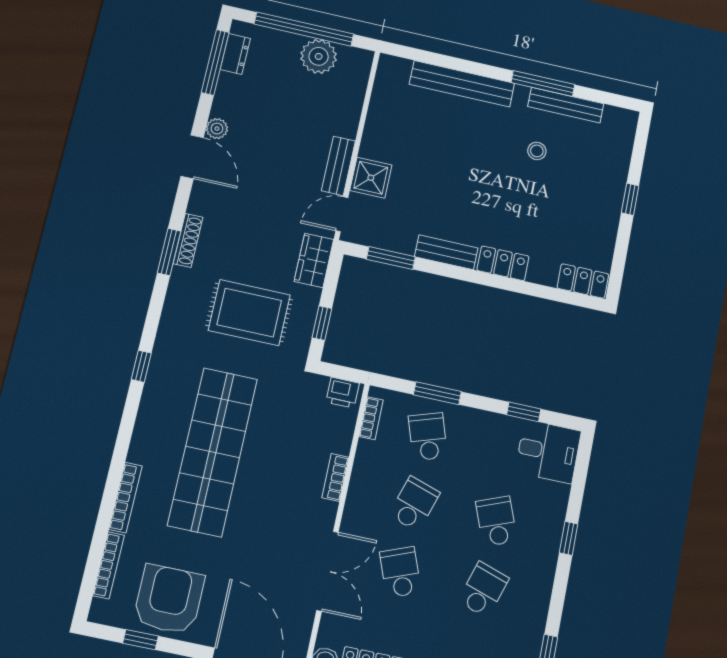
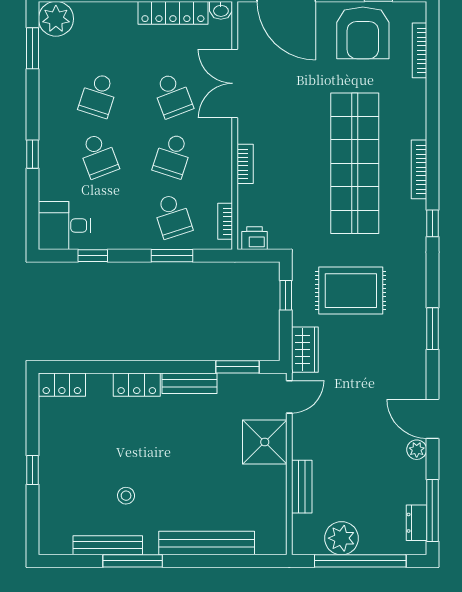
bench: (338, 166) -> (302, 487), moved
shower: (371, 178) -> (265, 442), width x1.36, depth x1.36
shoe rack: (188, 240) -> (418, 343), removed
bookcase: (126, 498) -> (419, 169), moved

